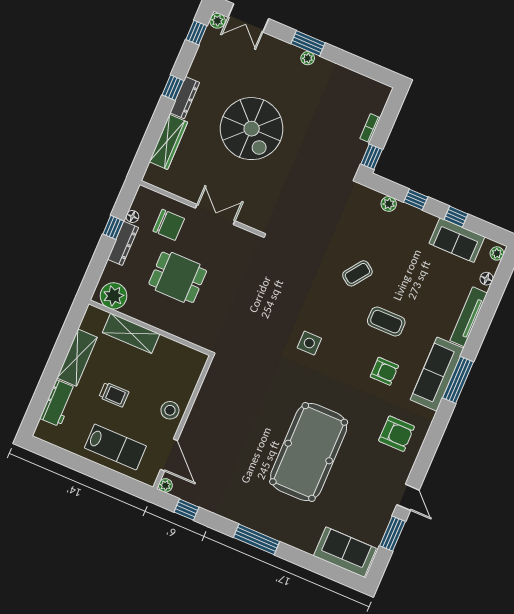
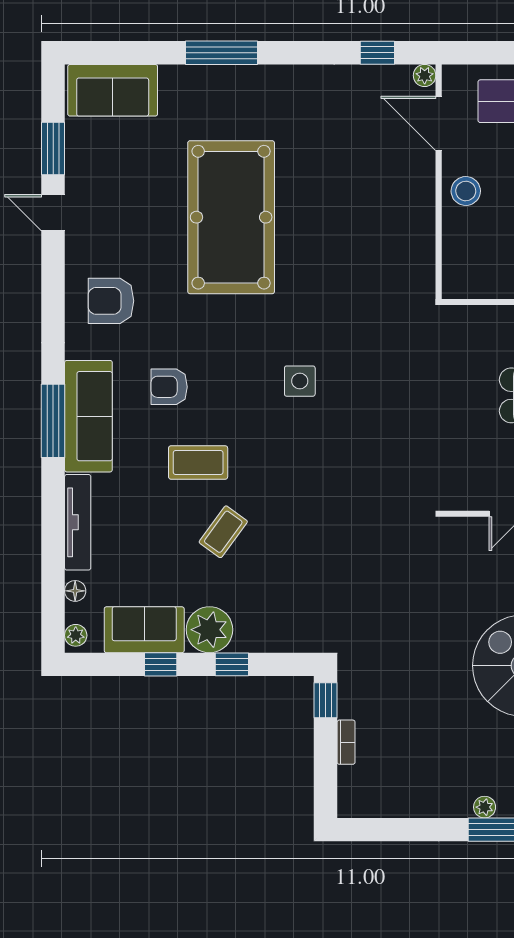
plant: (389, 204) -> (209, 630), moved, width x1.87, depth x1.87
coffee table: (357, 273) -> (223, 532), moved
window: (256, 539) -> (221, 53), moved

